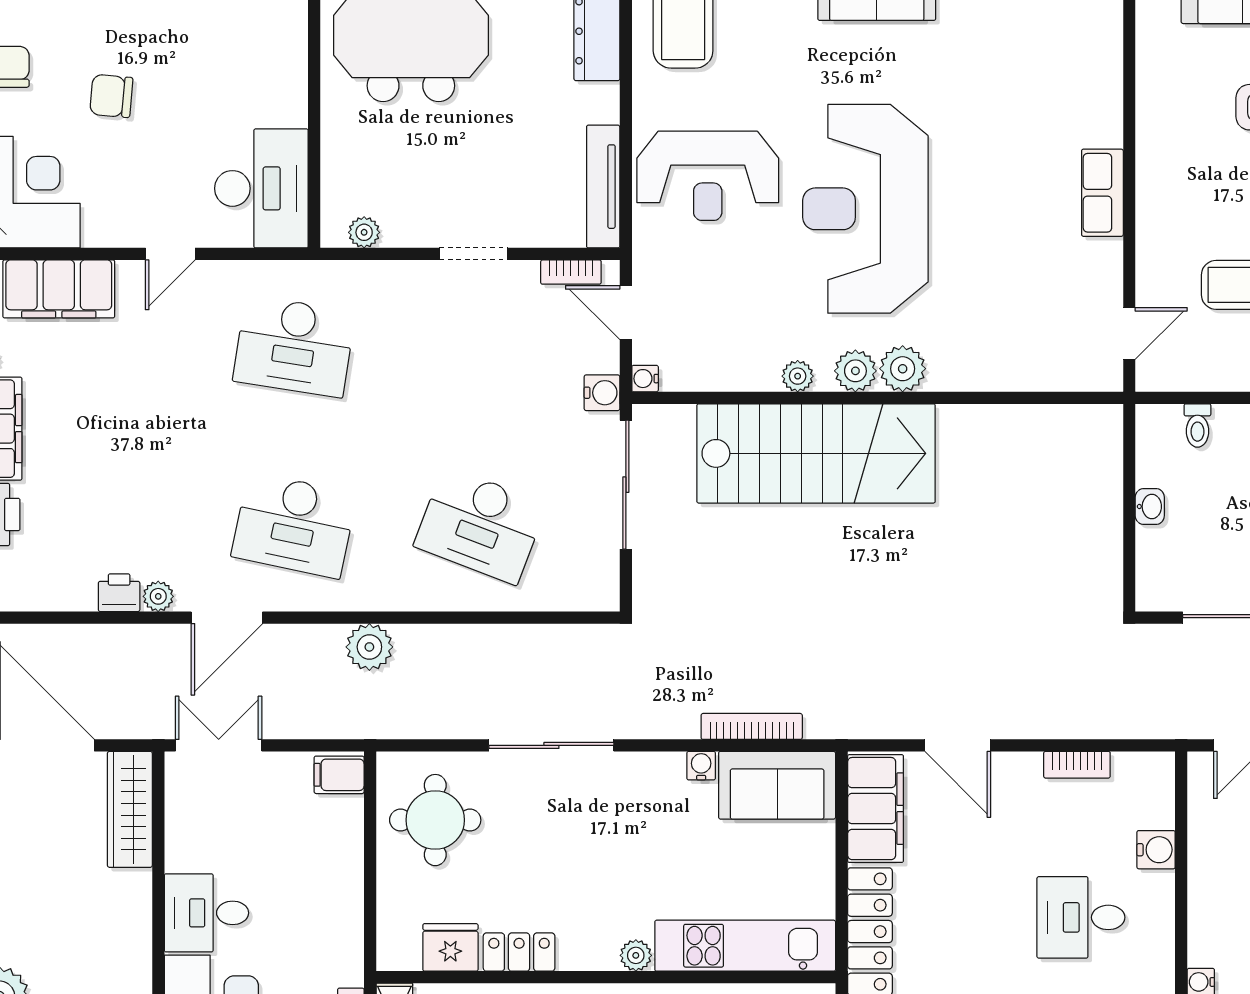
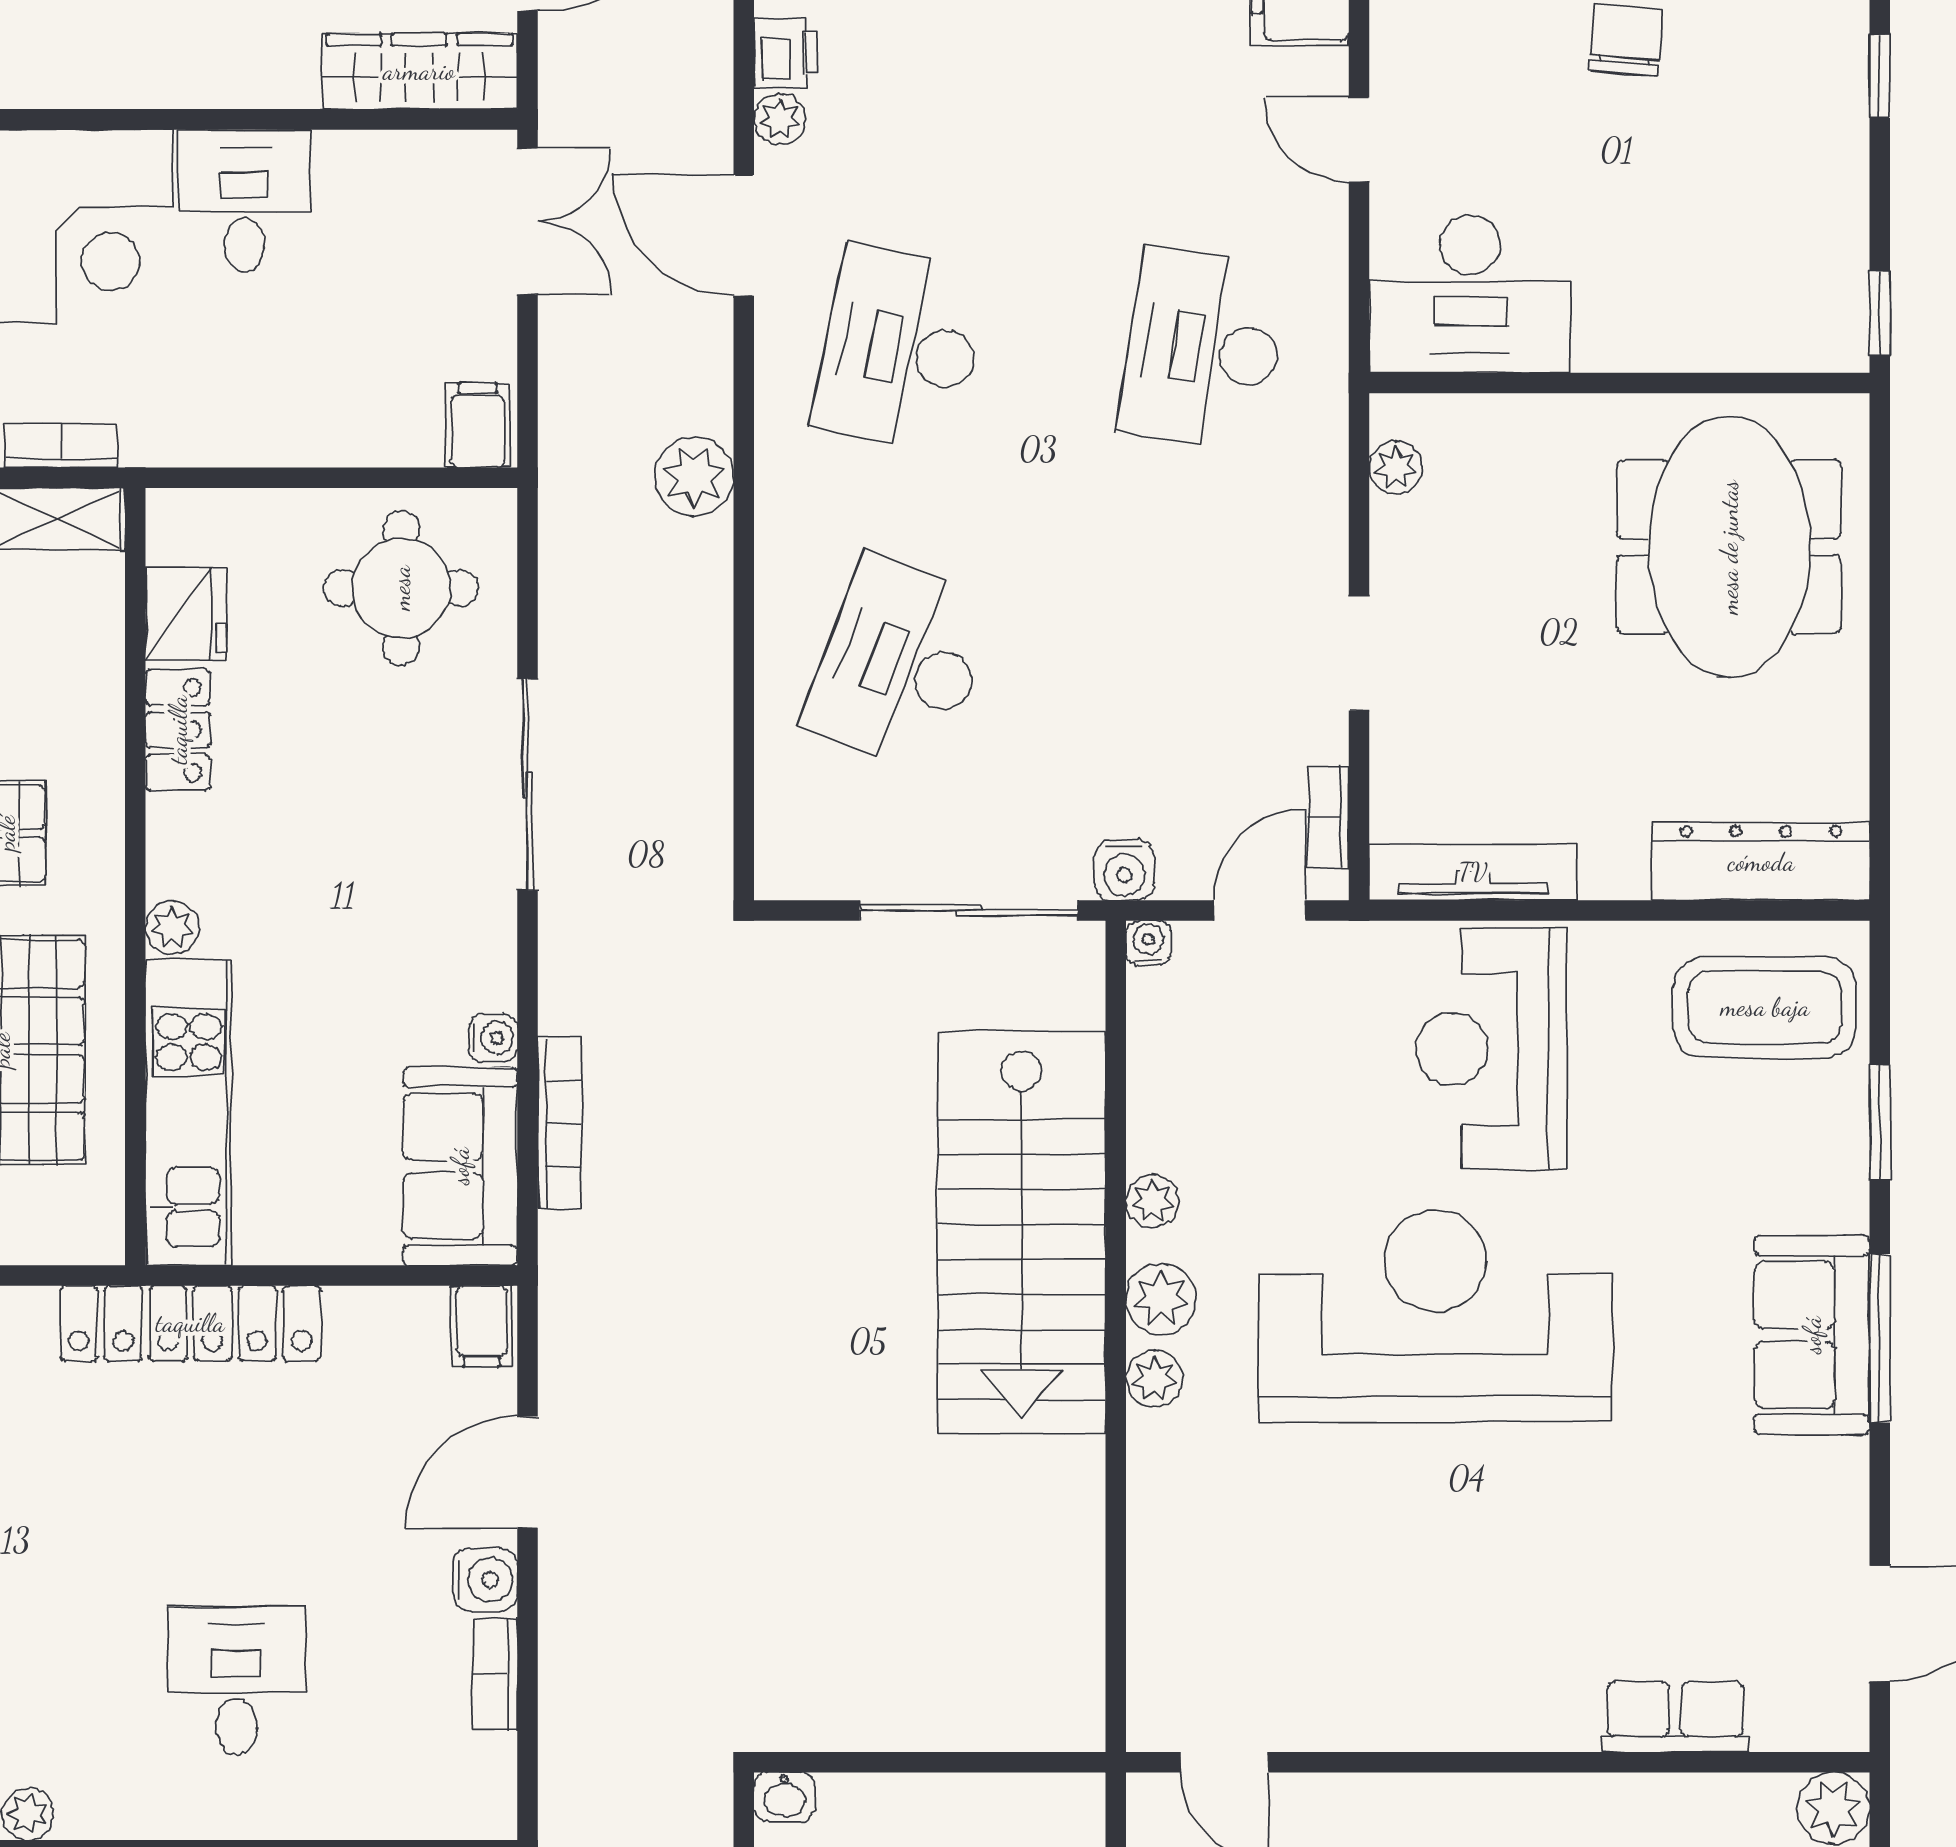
row of seats: (1102, 193) -> (1675, 1717), moved
plant: (903, 369) -> (1154, 1379), width x0.73, depth x0.73
washbasin: (1150, 506) -> (784, 1797), moved
filing cabinet: (876, 809) -> (482, 1326), width x0.33, depth x0.86
water cooler: (1156, 850) -> (485, 1580), moved, turned -90

